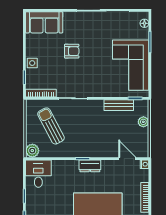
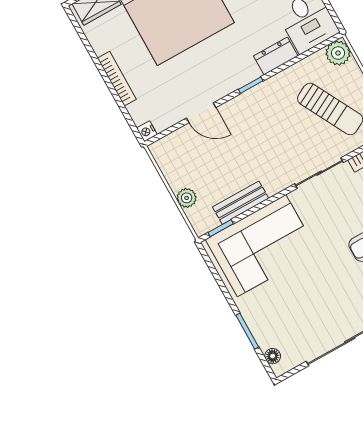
corner sofa: (131, 65) -> (262, 246), moved, turned 90
door: (127, 159) -> (201, 113), moved
dresser: (90, 166) -> (276, 56), moved

